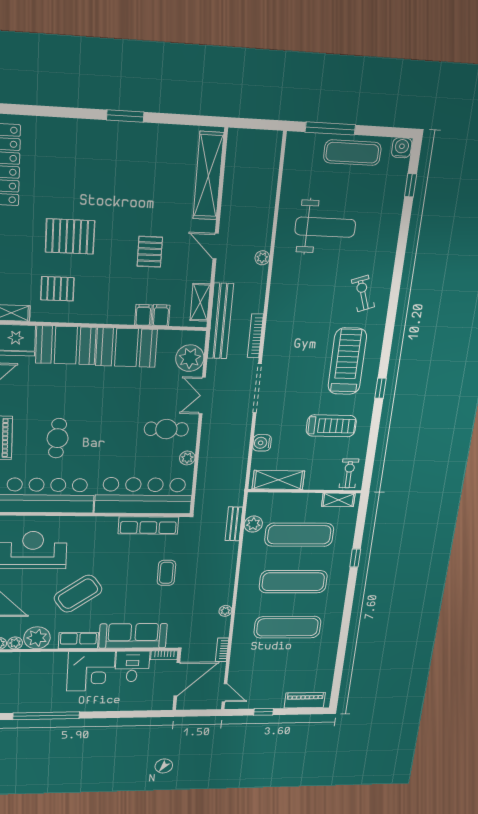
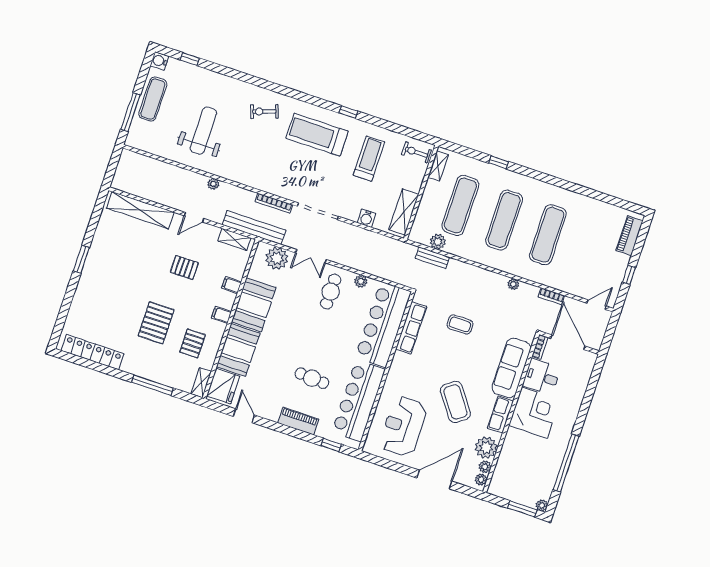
filing cabinet: (161, 315) -> (221, 315), moved

